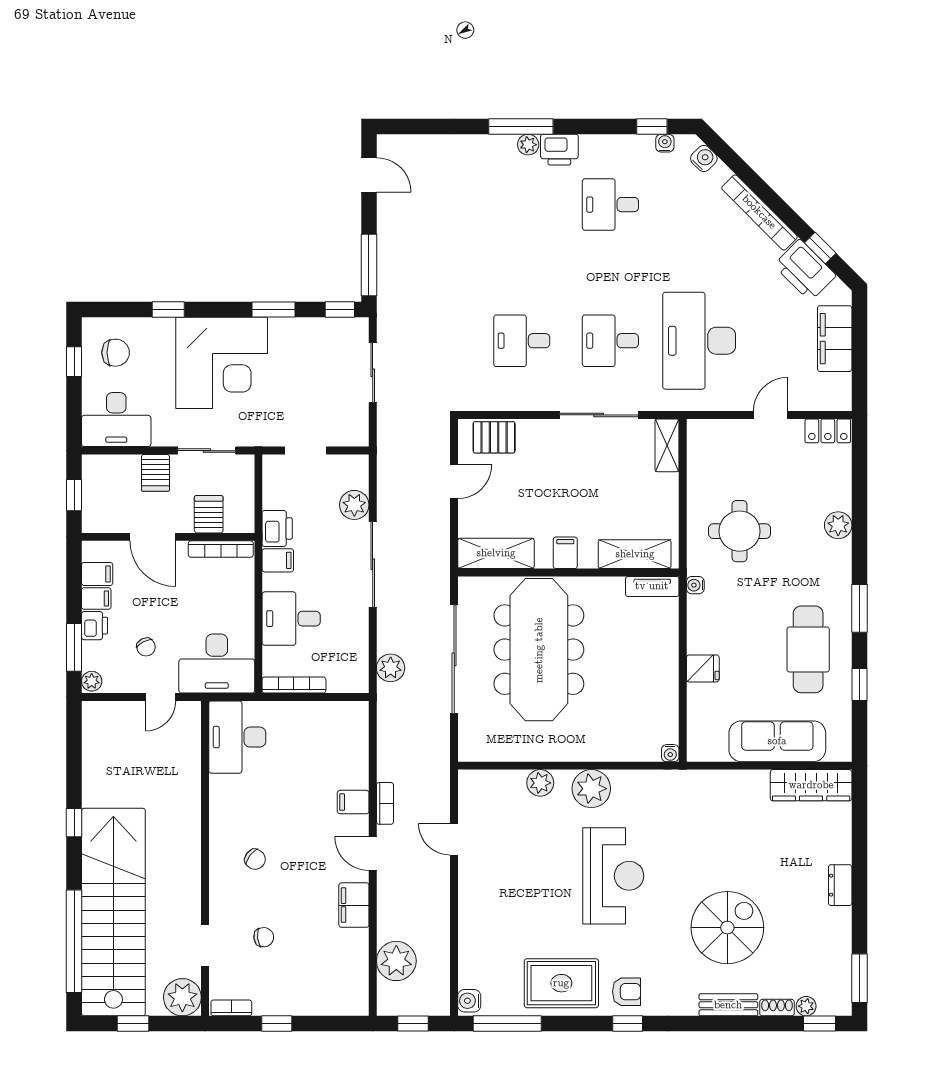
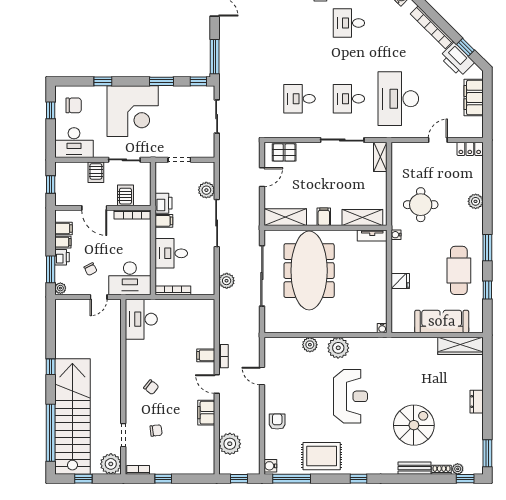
armchair: (627, 992) -> (277, 422), moved, turned -90

